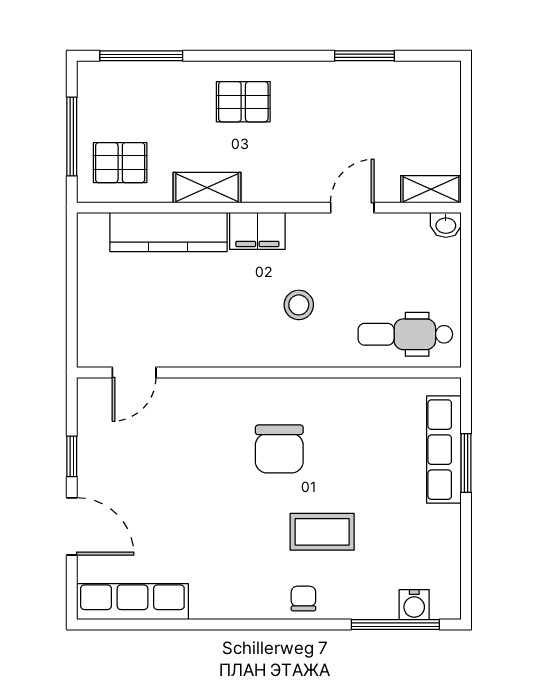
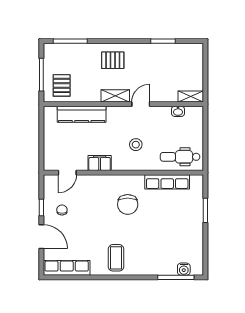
pallet: (120, 163) -> (62, 85), turned 90
shelving: (207, 188) -> (115, 96), moved
door: (352, 208) -> (141, 104), moved
washbasin: (446, 225) -> (178, 111), moved
filing cabinet: (257, 231) -> (100, 163), moved, turned 180
row of seats: (444, 450) -> (167, 182), moved, turned -90
coffee table: (322, 532) -> (116, 258), moved, turned 90
chair: (303, 598) -> (62, 210), moved

